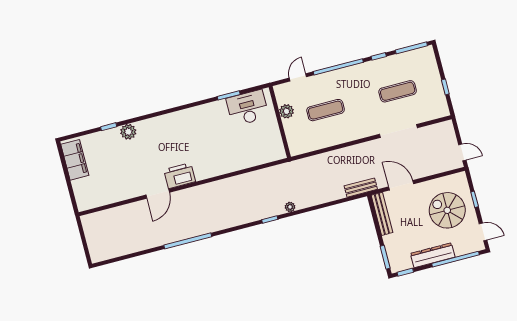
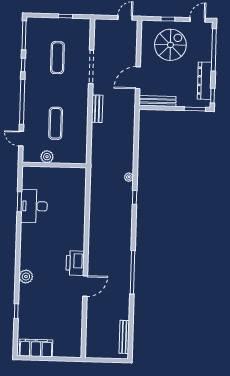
desk: (247, 108) -> (34, 206), moved
plant: (128, 132) -> (26, 277), moved
bench: (361, 188) -> (97, 109), moved
door: (158, 194) -> (85, 286), hinge flipped
spiral stairs: (447, 210) -> (170, 45), turned 180
bench: (115, 252) -> (124, 337), added
dresser: (433, 255) -> (205, 81), moved

